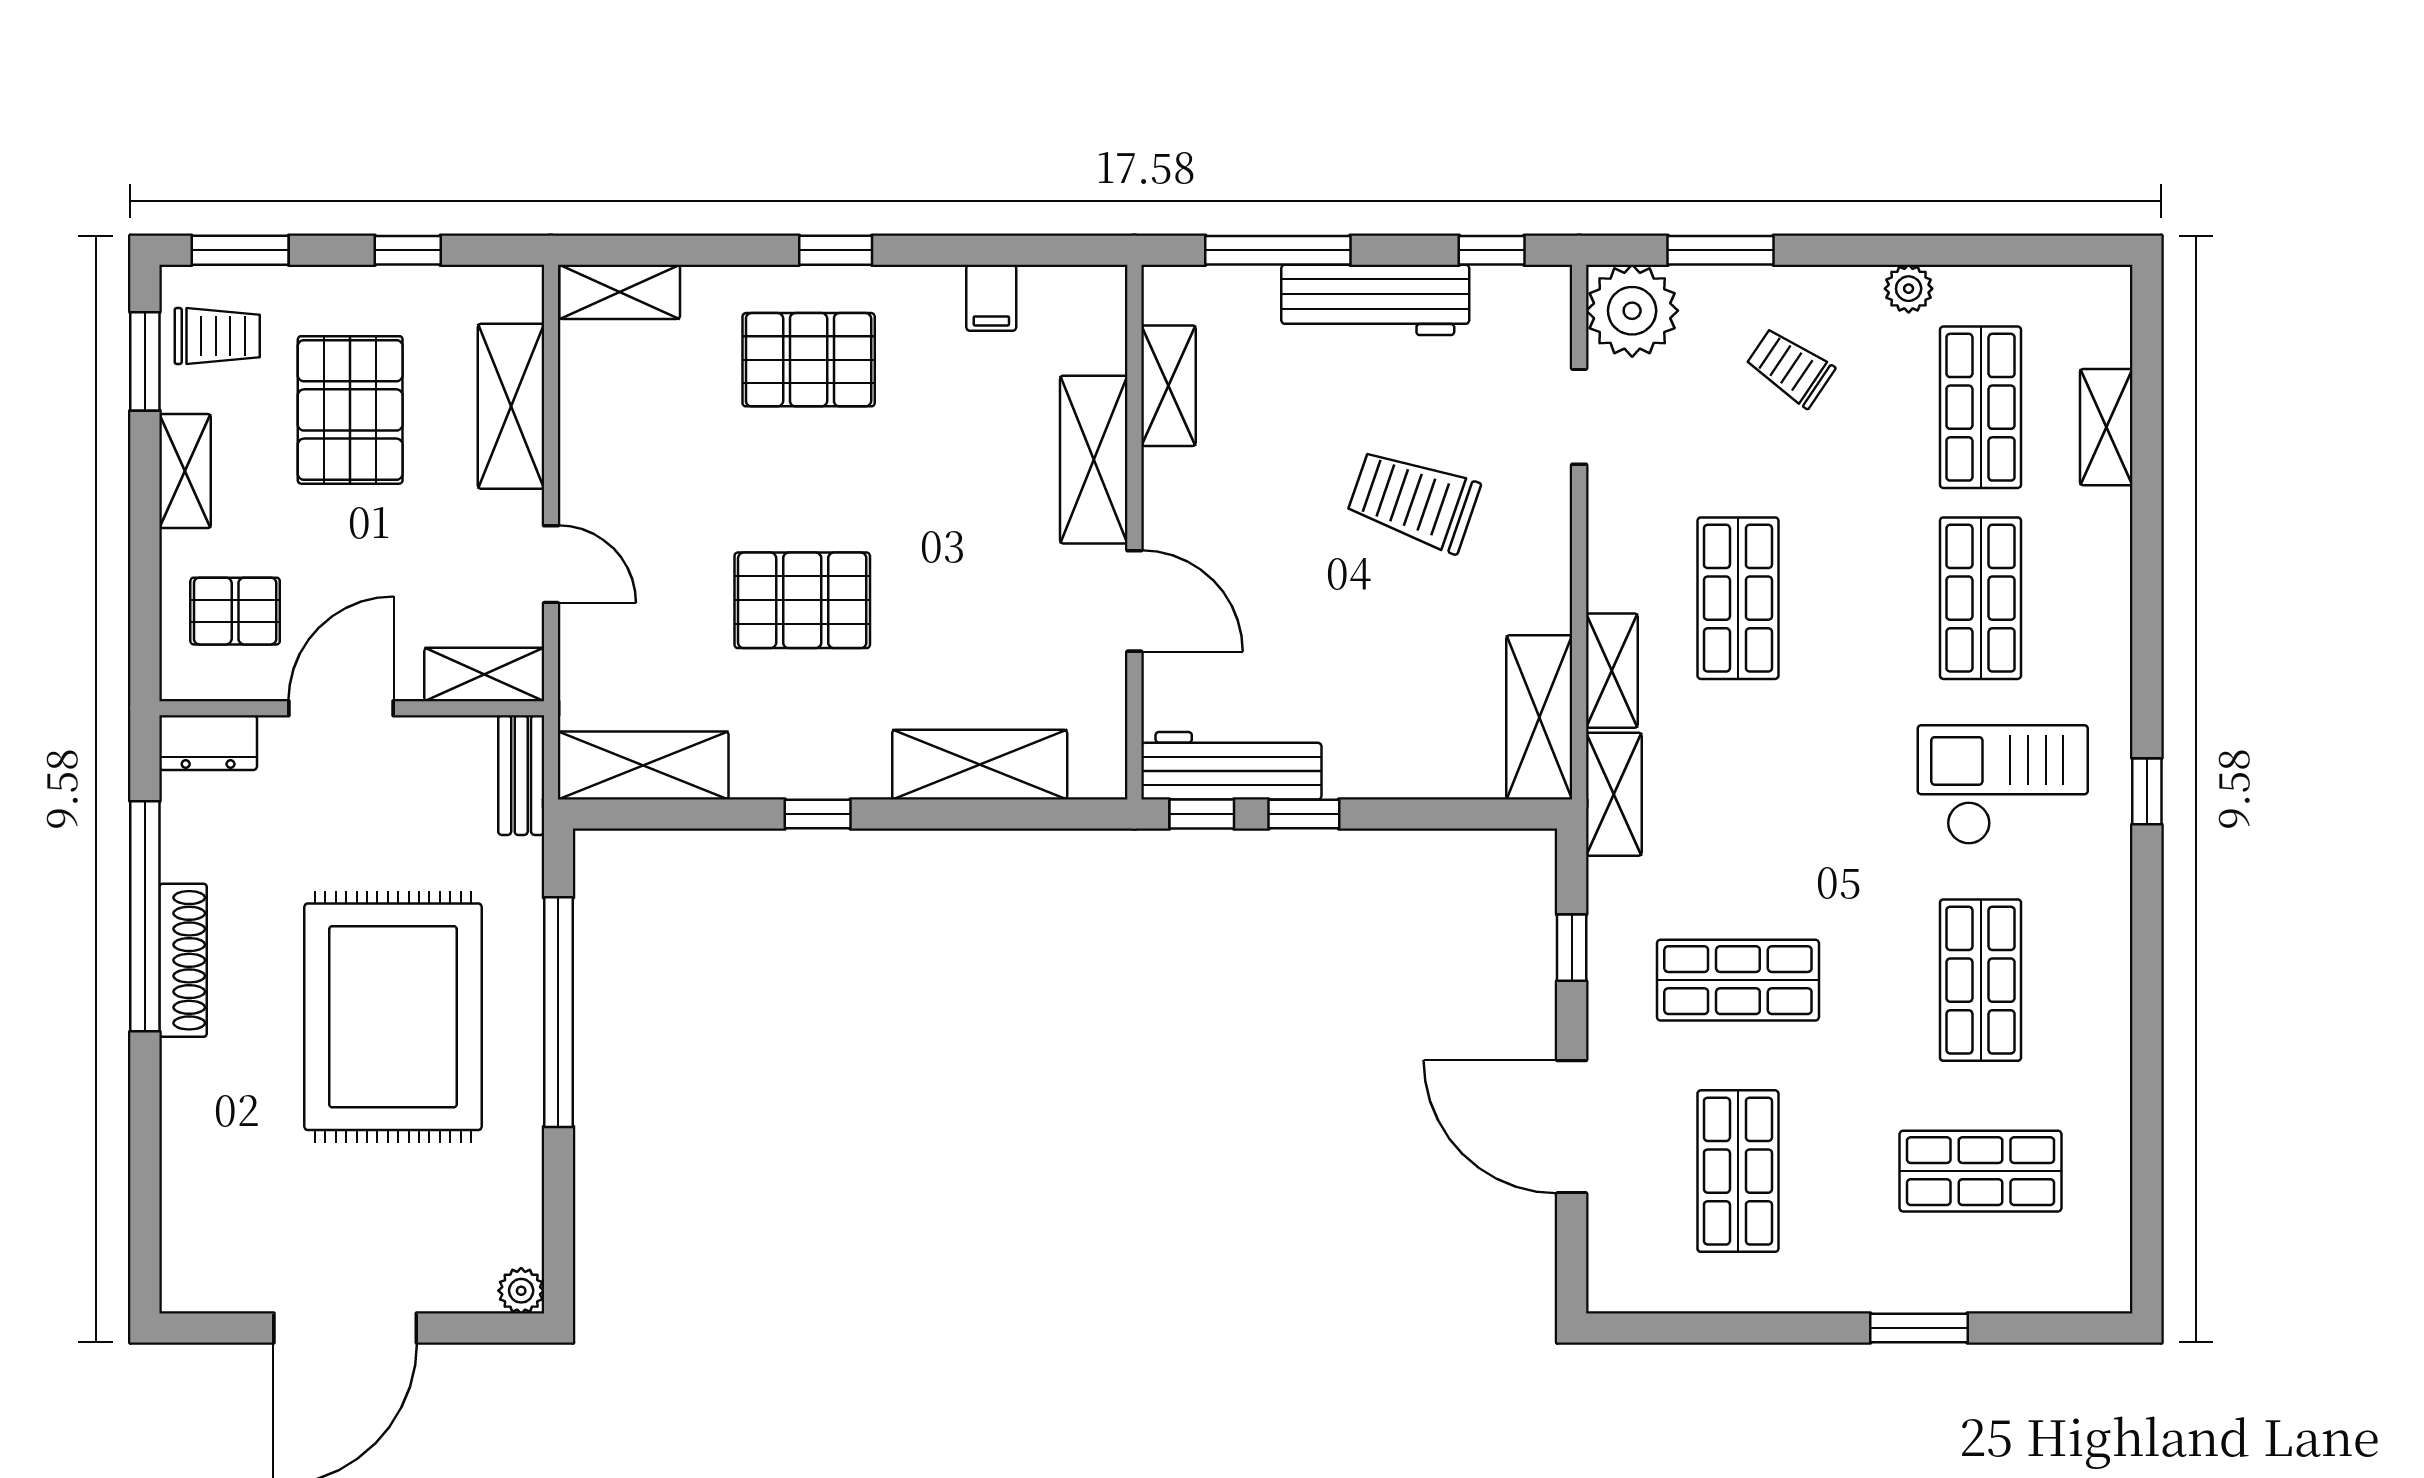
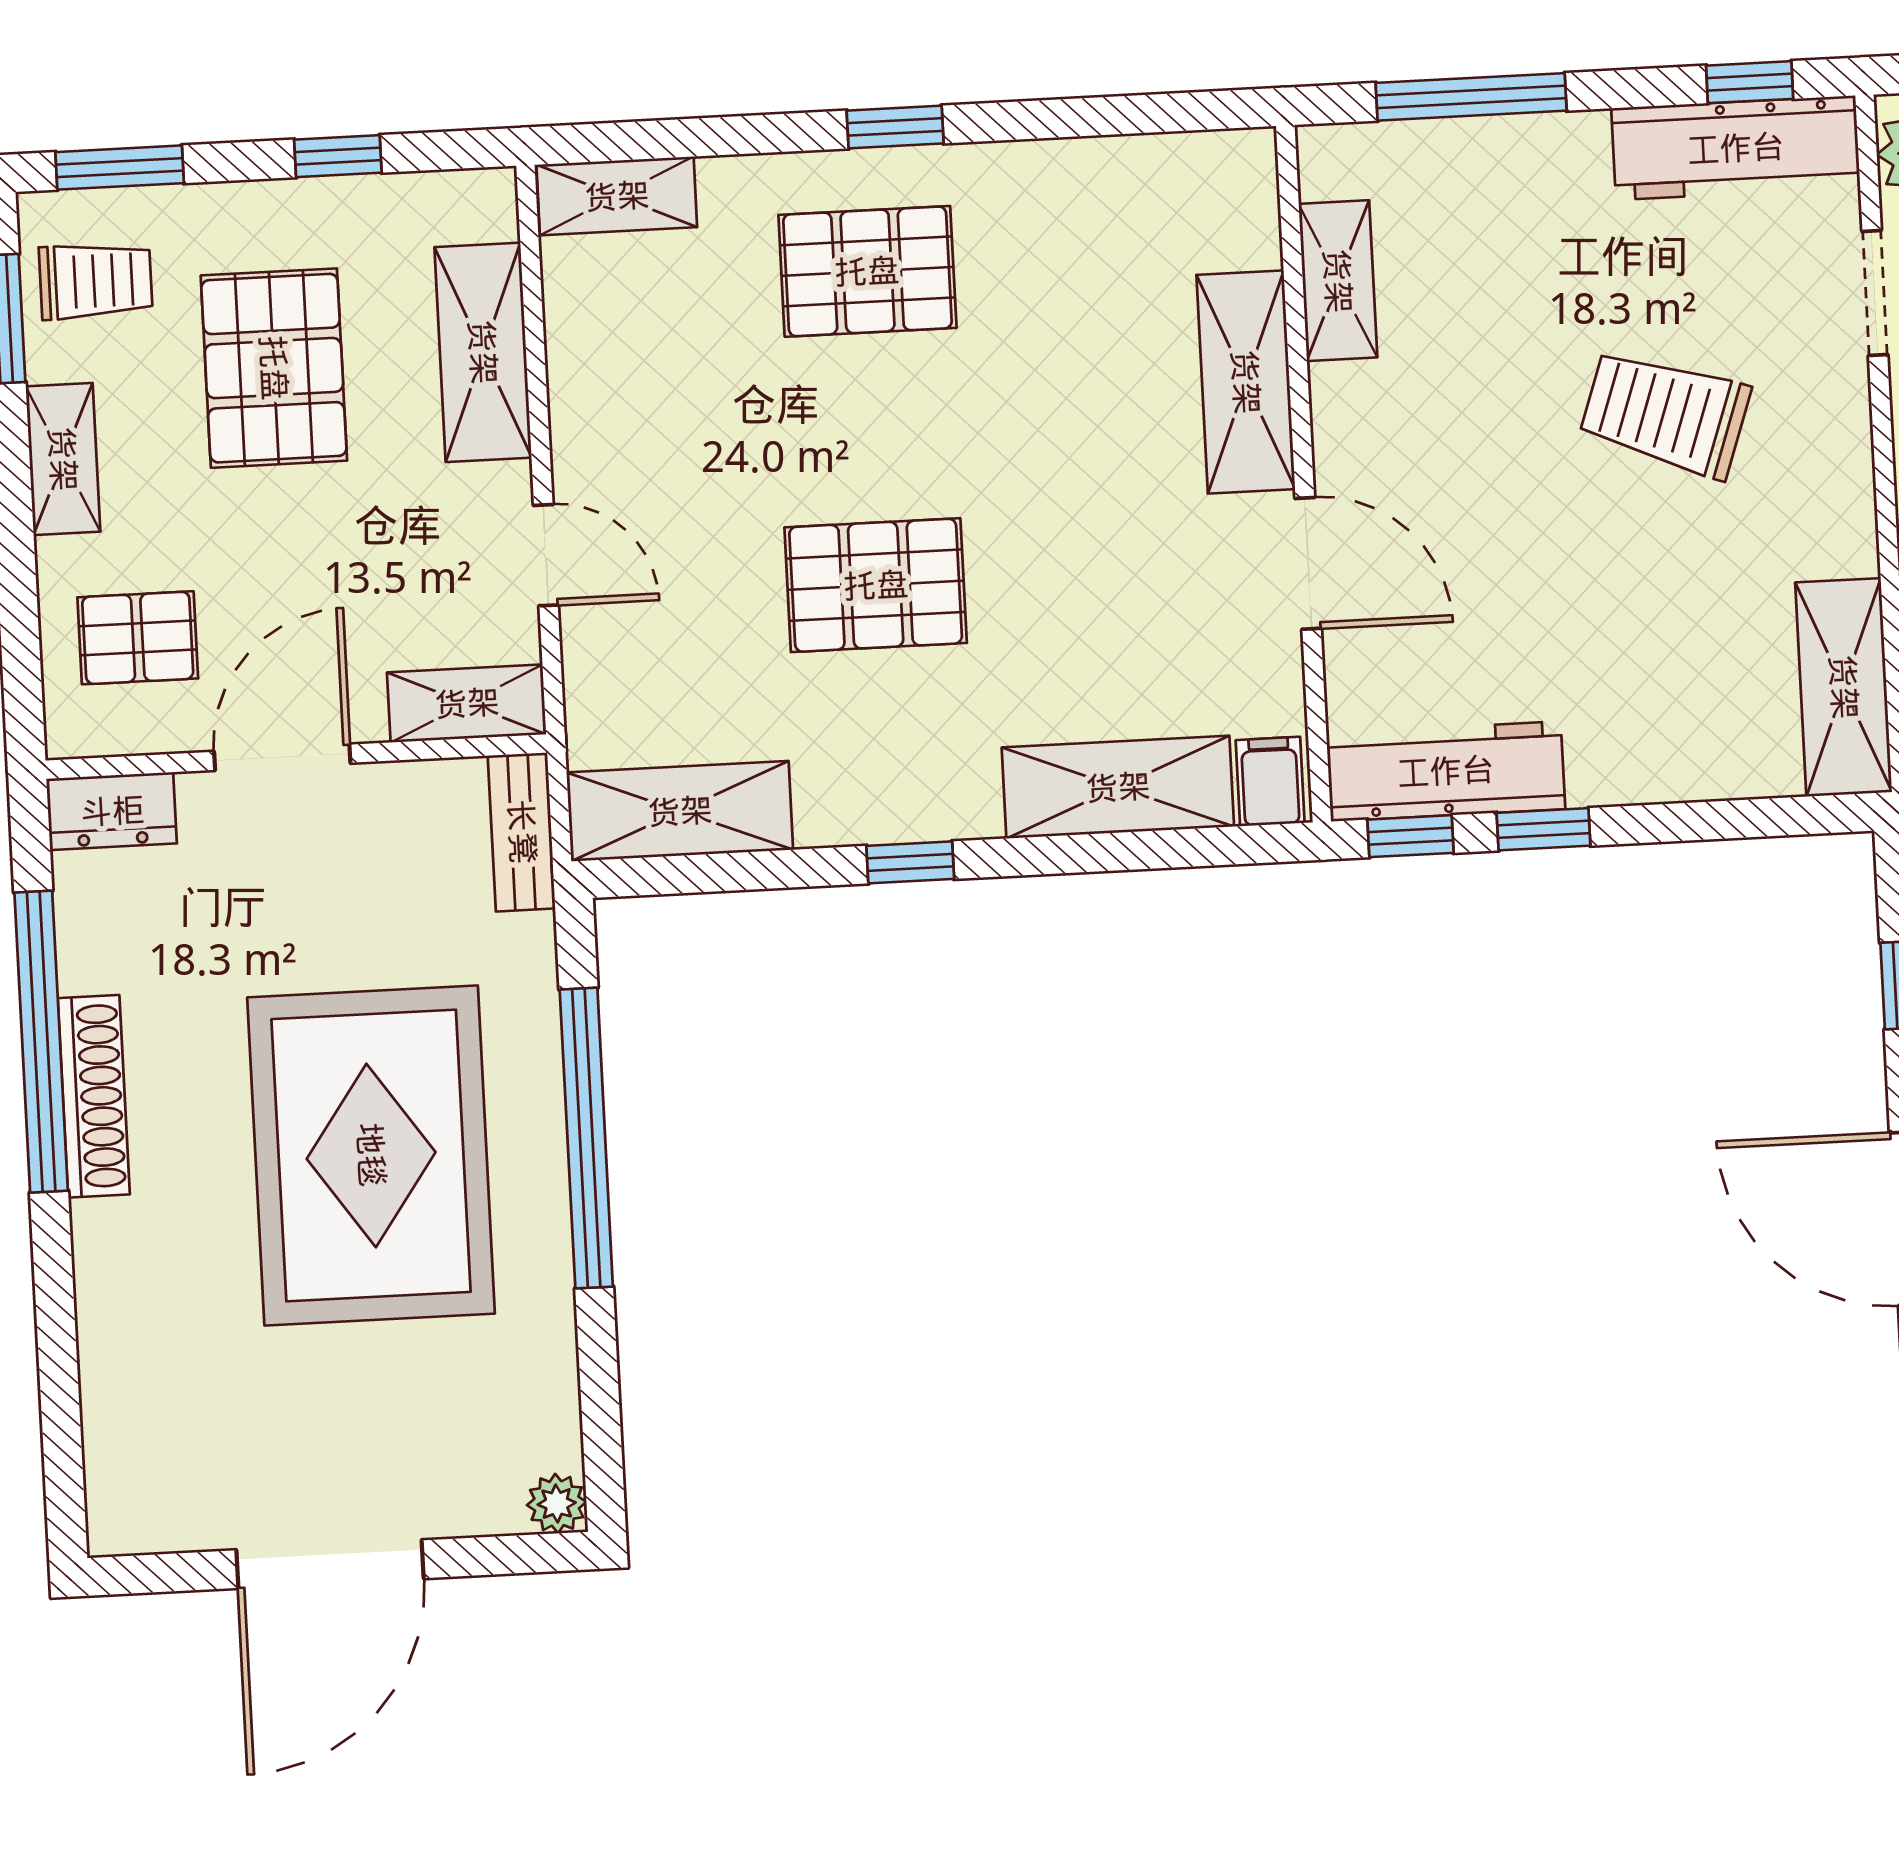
filing cabinet: (991, 298) -> (1270, 782), moved, turned 180
workbench: (1375, 300) -> (1736, 148), moved

